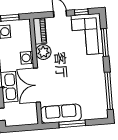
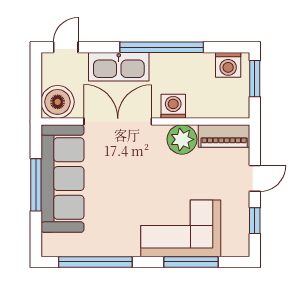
corner sofa: (87, 34) -> (181, 228), moved
sofa: (61, 114) -> (62, 179), width x1.36, depth x1.27
boiler: (29, 116) -> (58, 102), added

